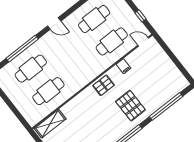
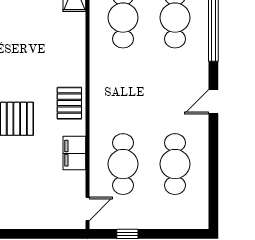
filing cabinet: (124, 66) -> (74, 153), width x2.00

